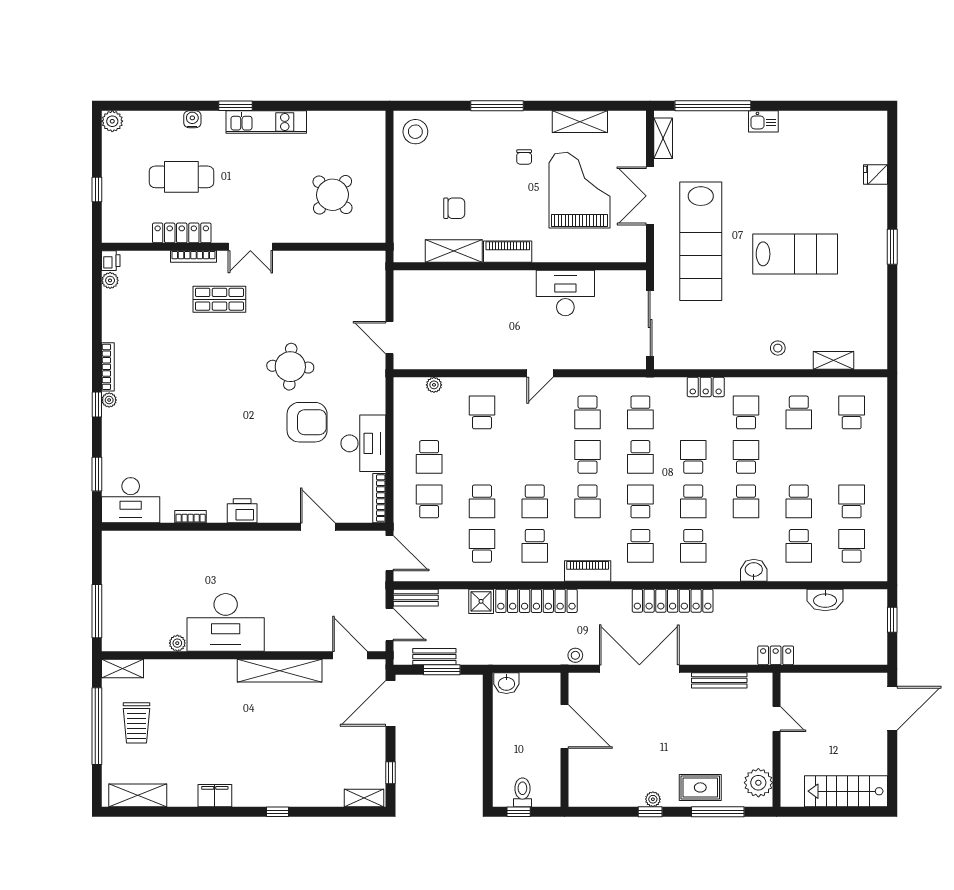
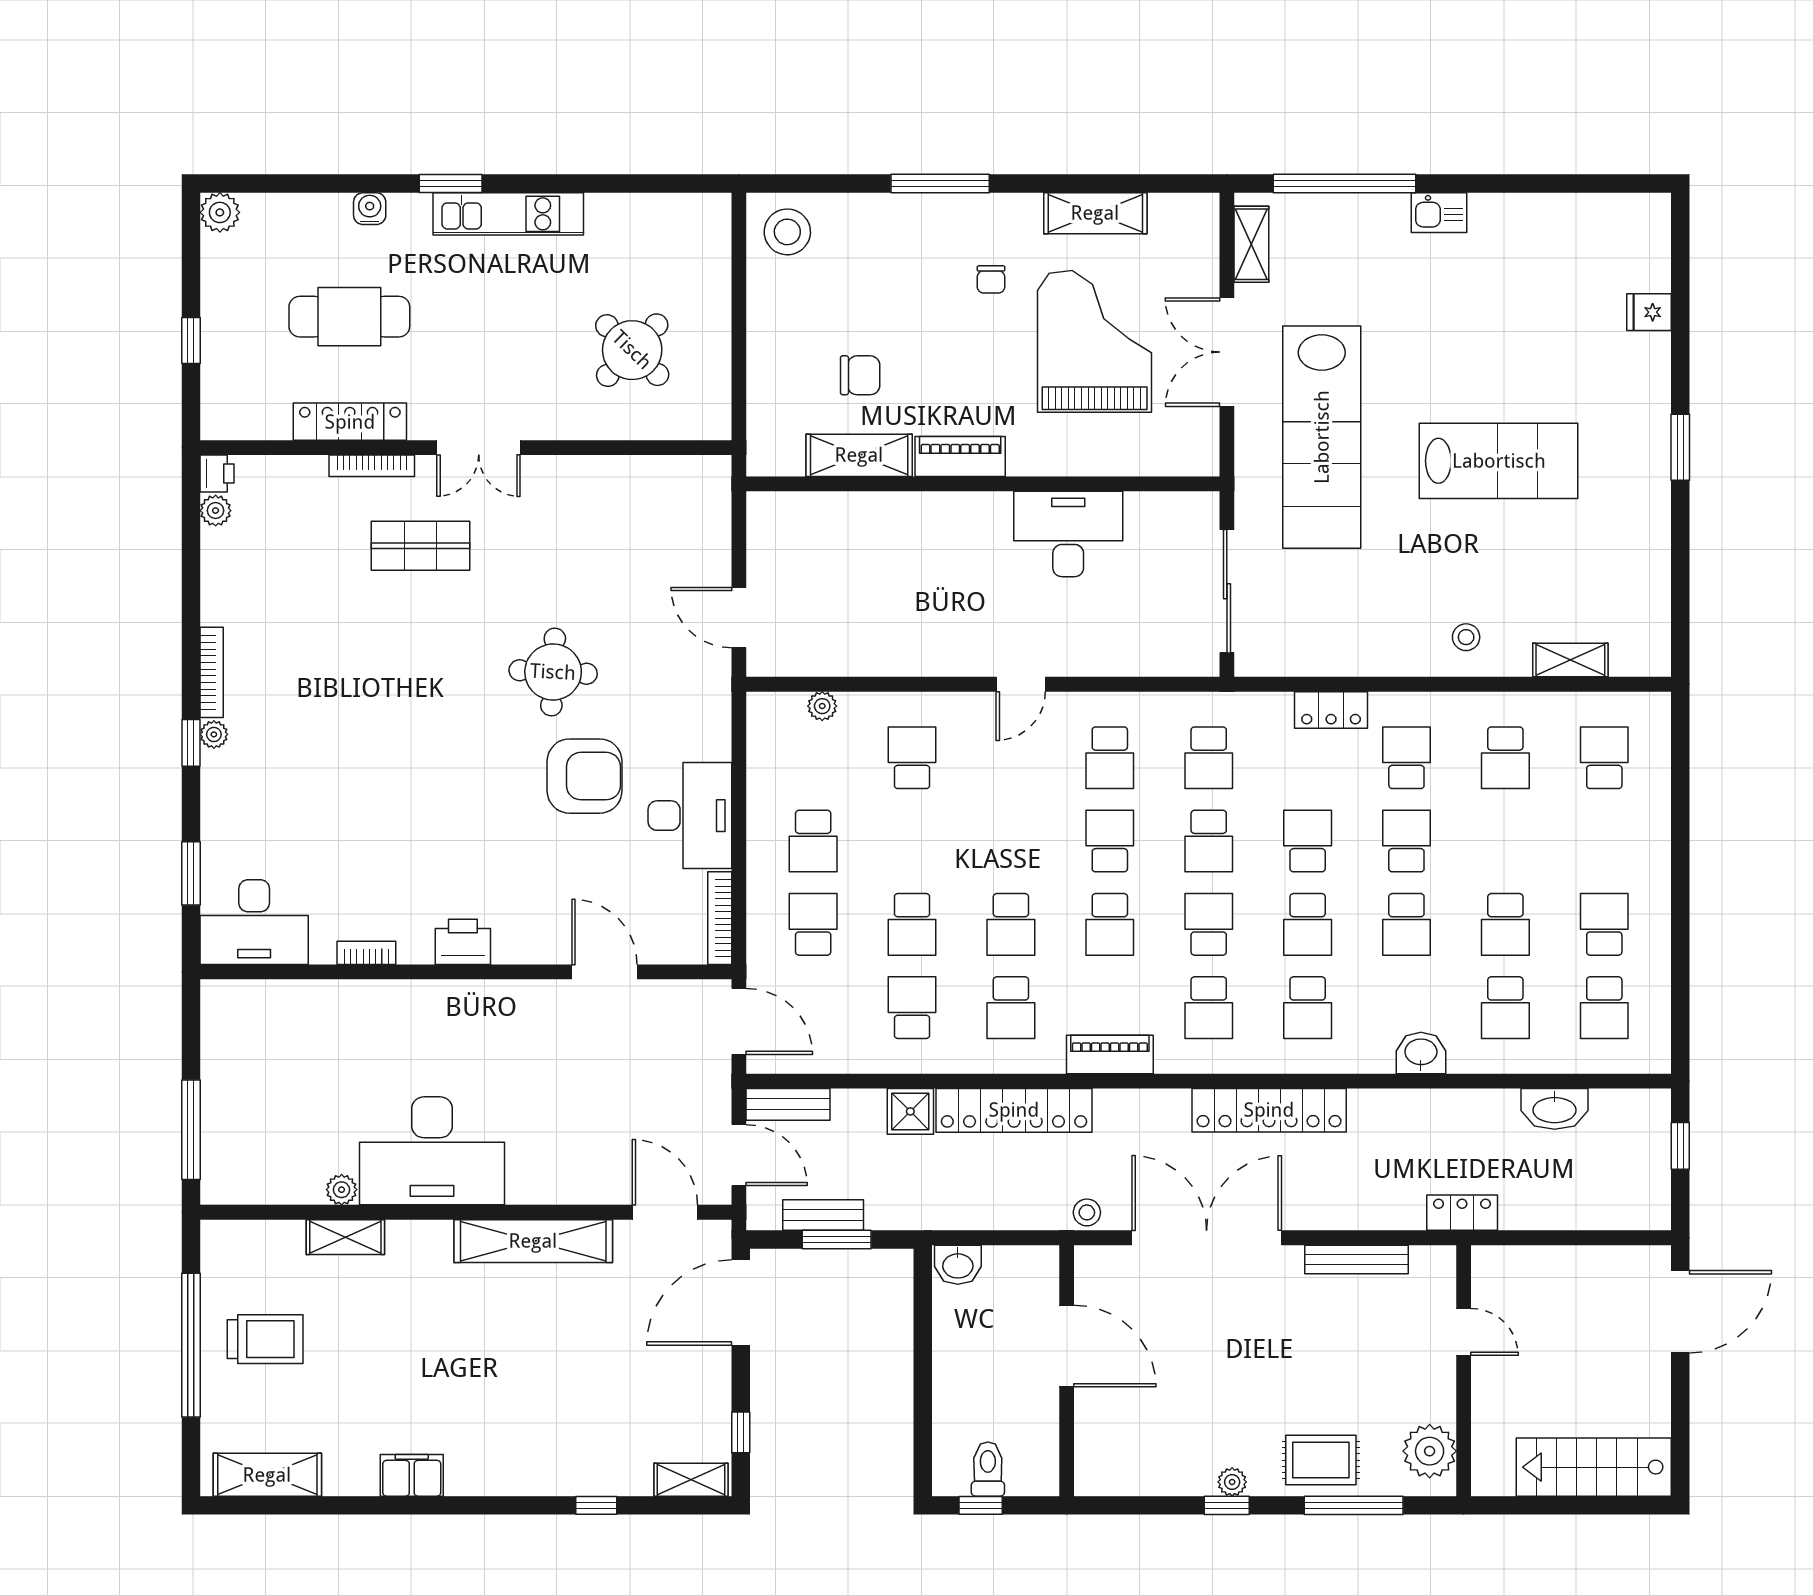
school desk: (852, 546) -> (1604, 1008), turned 180
shelving: (123, 668) -> (345, 1237), moved
trolley: (136, 723) -> (265, 1339), turned -90
window: (277, 812) -> (596, 1505), moved

